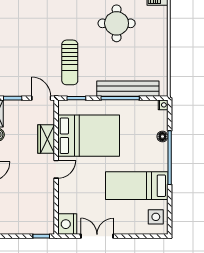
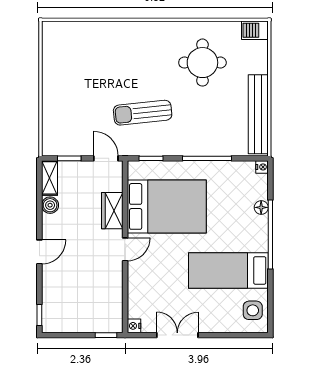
sun lounger: (70, 62) -> (143, 113), turned 84
bench: (128, 89) -> (258, 114), moved, turned 90
nightstand: (67, 224) -> (134, 326), width x0.53, depth x0.56

